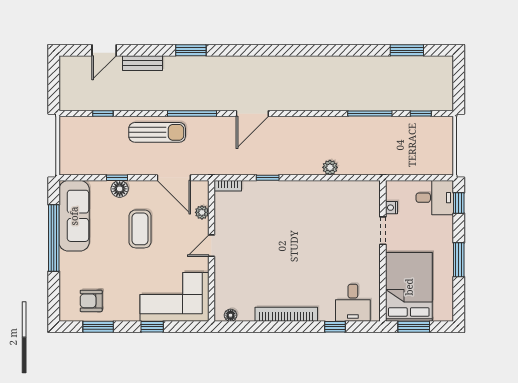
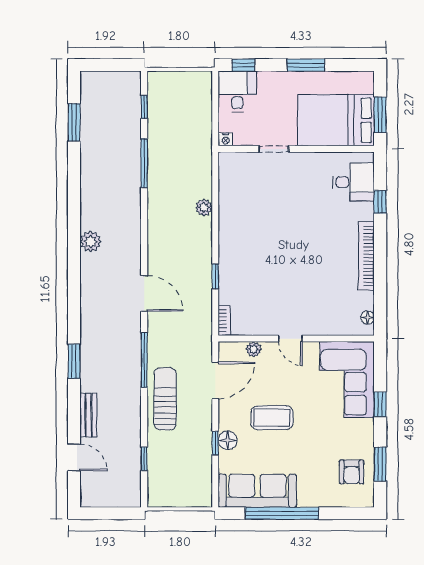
plant: (299, 65) -> (91, 242), added
nightstand: (391, 208) -> (226, 139), moved

